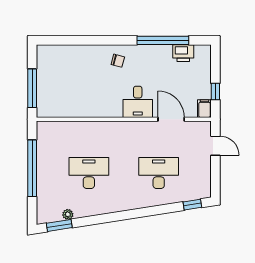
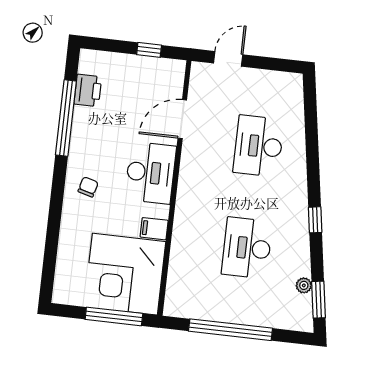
corner desk: (62, 92) -> (125, 274), added
desk: (138, 102) -> (150, 173), width x1.37
filing cabinet: (204, 109) -> (154, 229), moved
window: (192, 205) -> (315, 220), moved

